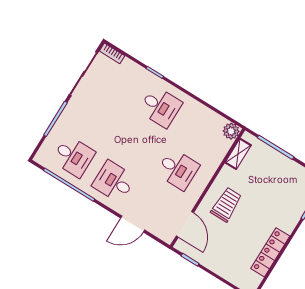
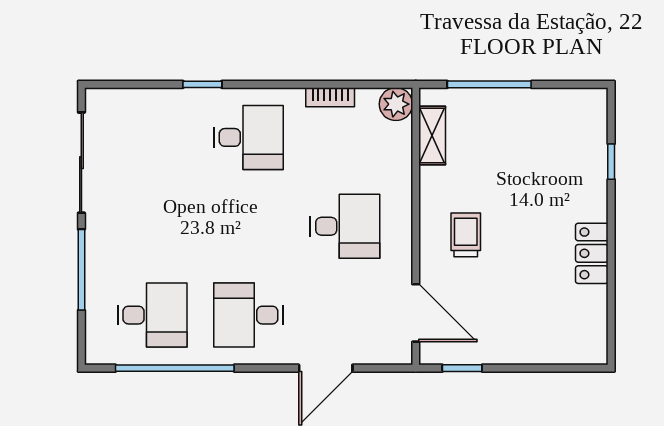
bookcase: (112, 53) -> (330, 97), moved
trolley: (226, 205) -> (466, 235), width x0.73, depth x0.72
locker: (270, 252) -> (592, 253), width x0.66

